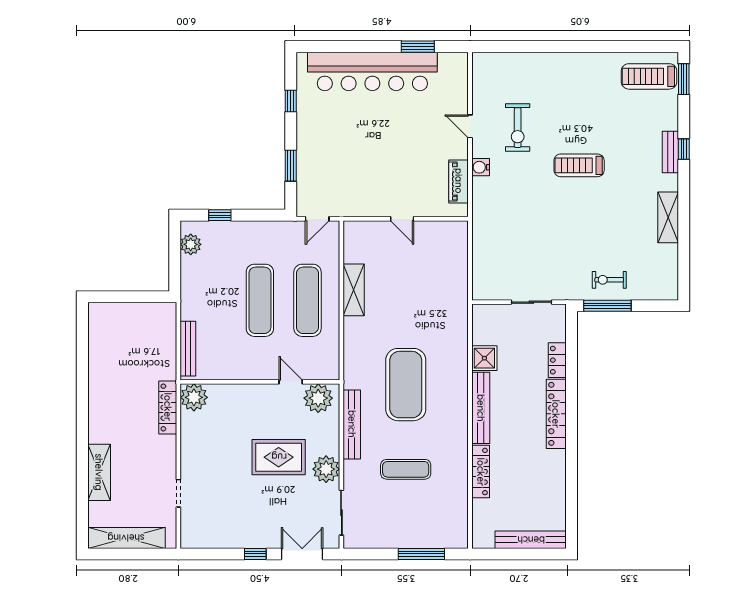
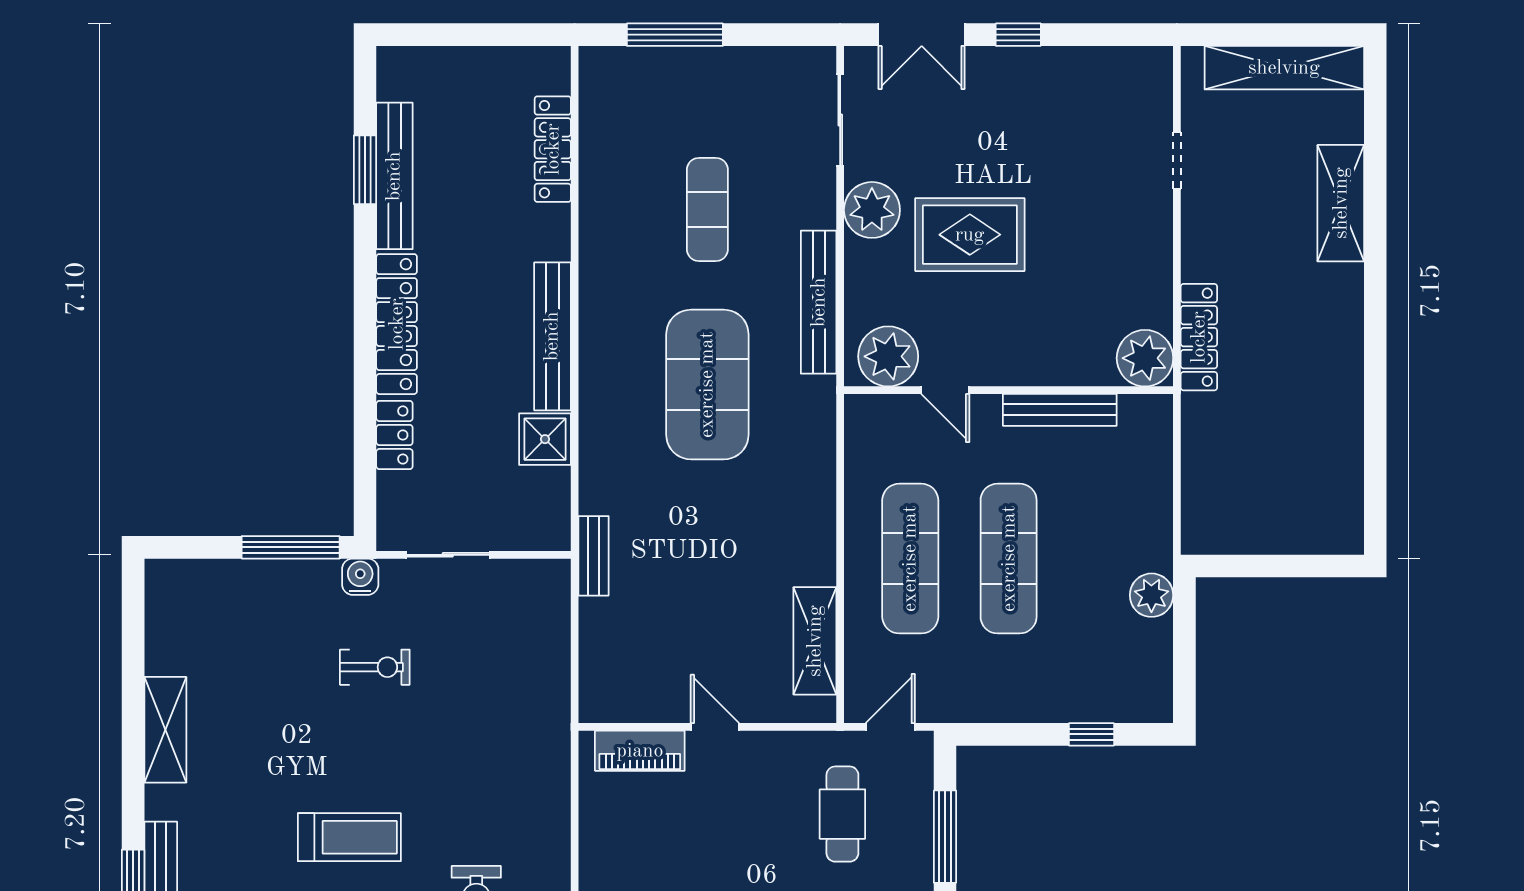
window: (291, 166) -> (945, 837), width x1.44
water cooler: (481, 167) -> (360, 577), moved, turned -90
cafe table: (340, 177) -> (842, 814), added
piano: (459, 181) -> (640, 751), moved, turned 90
plant: (191, 244) -> (1151, 595), moved
exercise bike: (609, 280) -> (375, 667), moved
shelving: (354, 290) -> (815, 641), moved
bench: (461, 302) -> (593, 556), added
bench: (188, 349) -> (1060, 410), moved, turned 90
exercise mat: (406, 469) -> (707, 209), turned 90
locker: (481, 472) -> (553, 149), moved
window: (571, 489) -> (365, 170), added
bench: (531, 540) -> (394, 176), moved, turned 90

